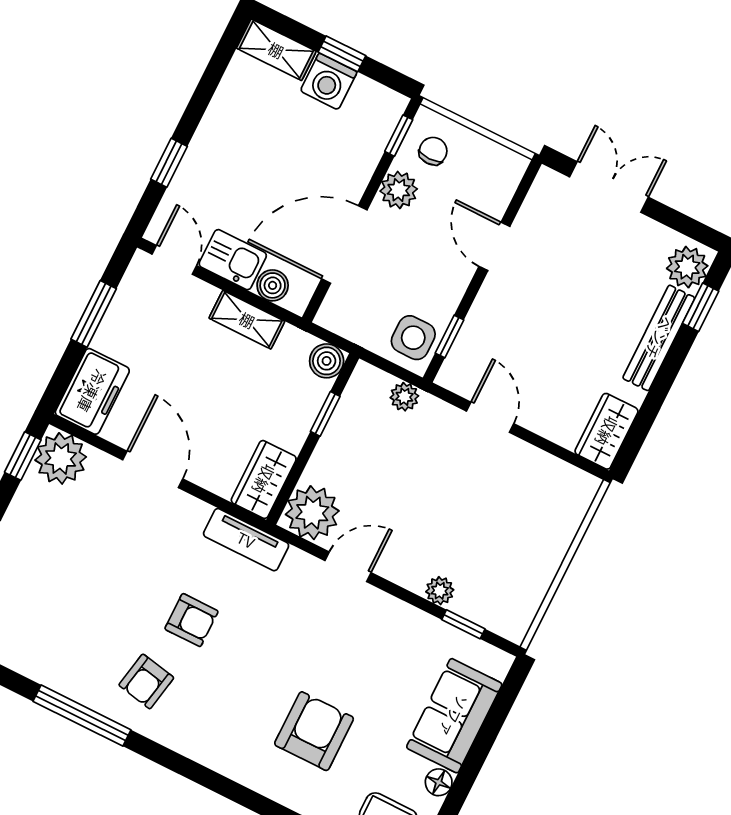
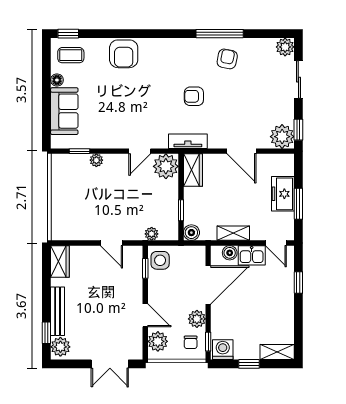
washing machine: (329, 81) -> (223, 350), moved
plant: (495, 184) -> (158, 341), added
freezer: (92, 391) -> (283, 194), moved
armchair: (146, 681) -> (227, 59), moved
armchair: (314, 731) -> (124, 54), moved

